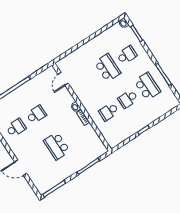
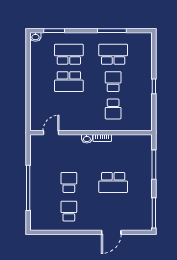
school desk: (127, 55) -> (69, 54), width x1.85
school desk: (107, 68) -> (69, 82), turned 180
door: (63, 79) -> (51, 133), swing flipped
school desk: (128, 99) -> (113, 82), turned 180

